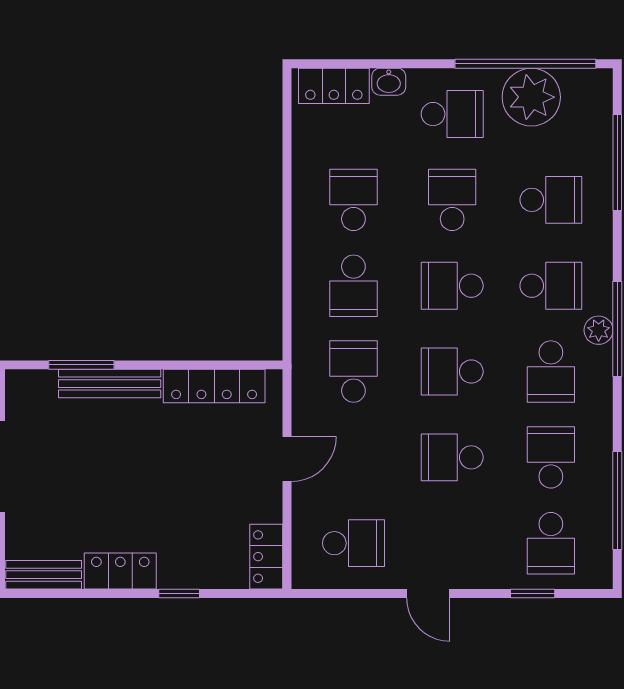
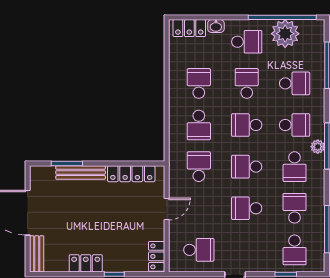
bench: (44, 575) -> (37, 254), moved, turned 90

